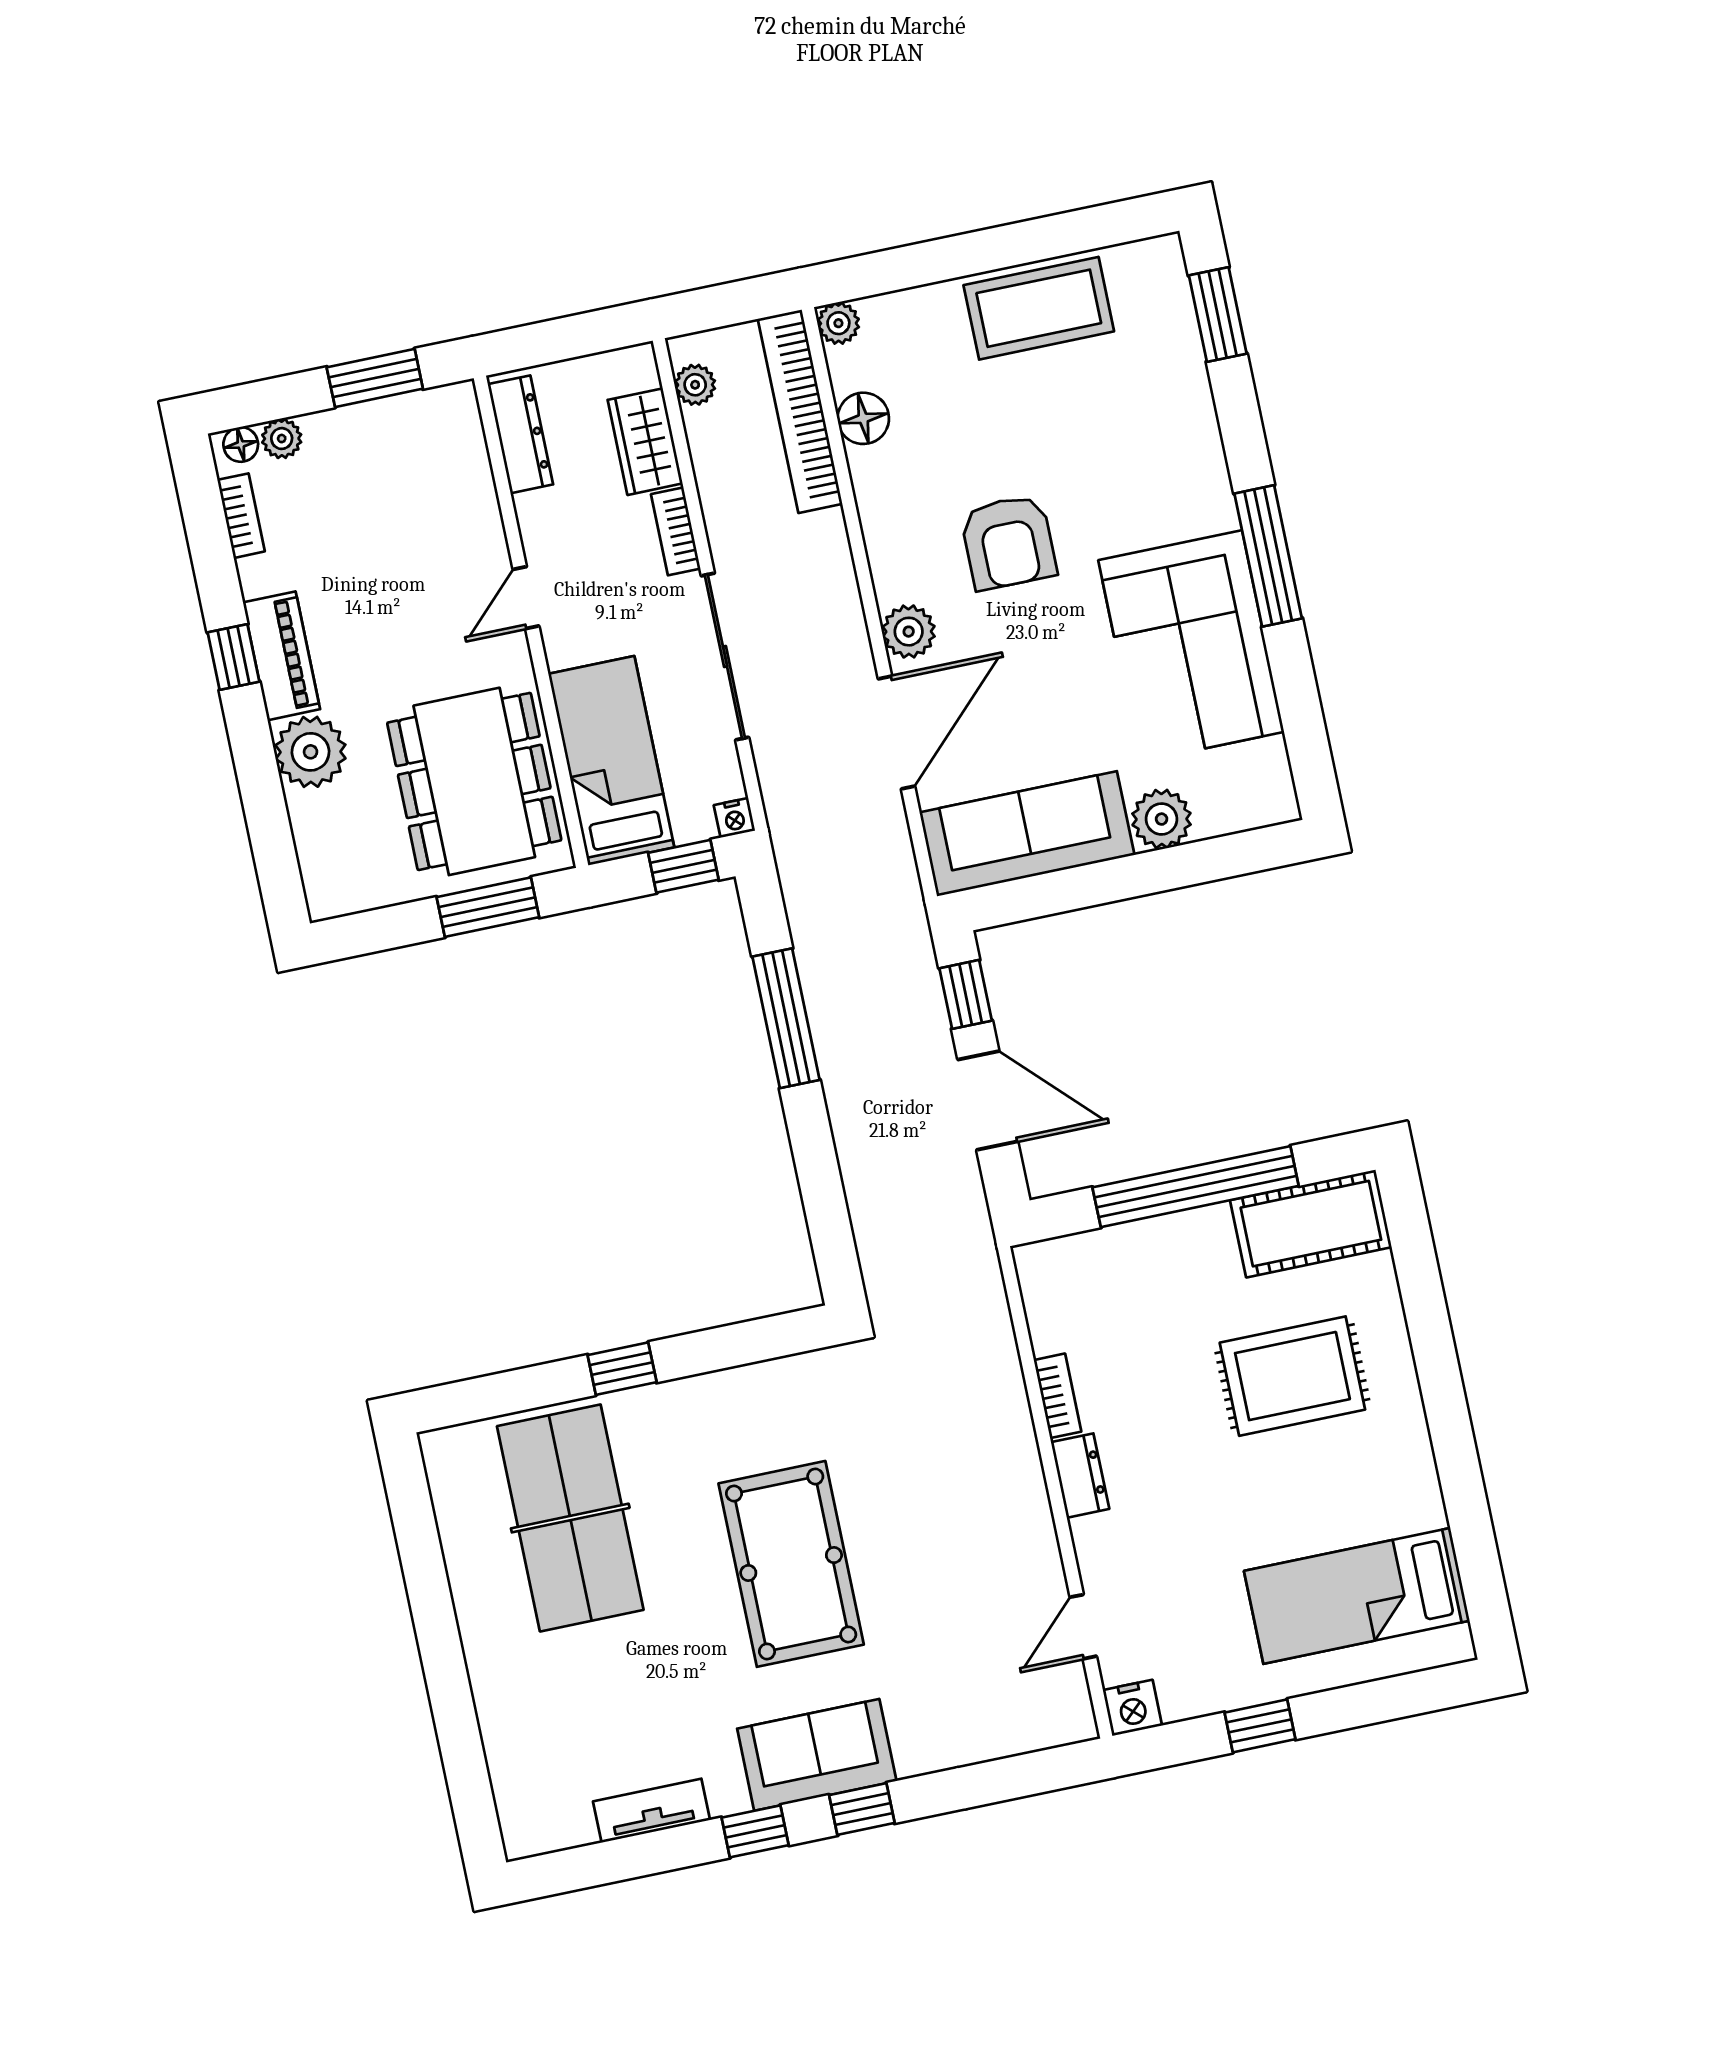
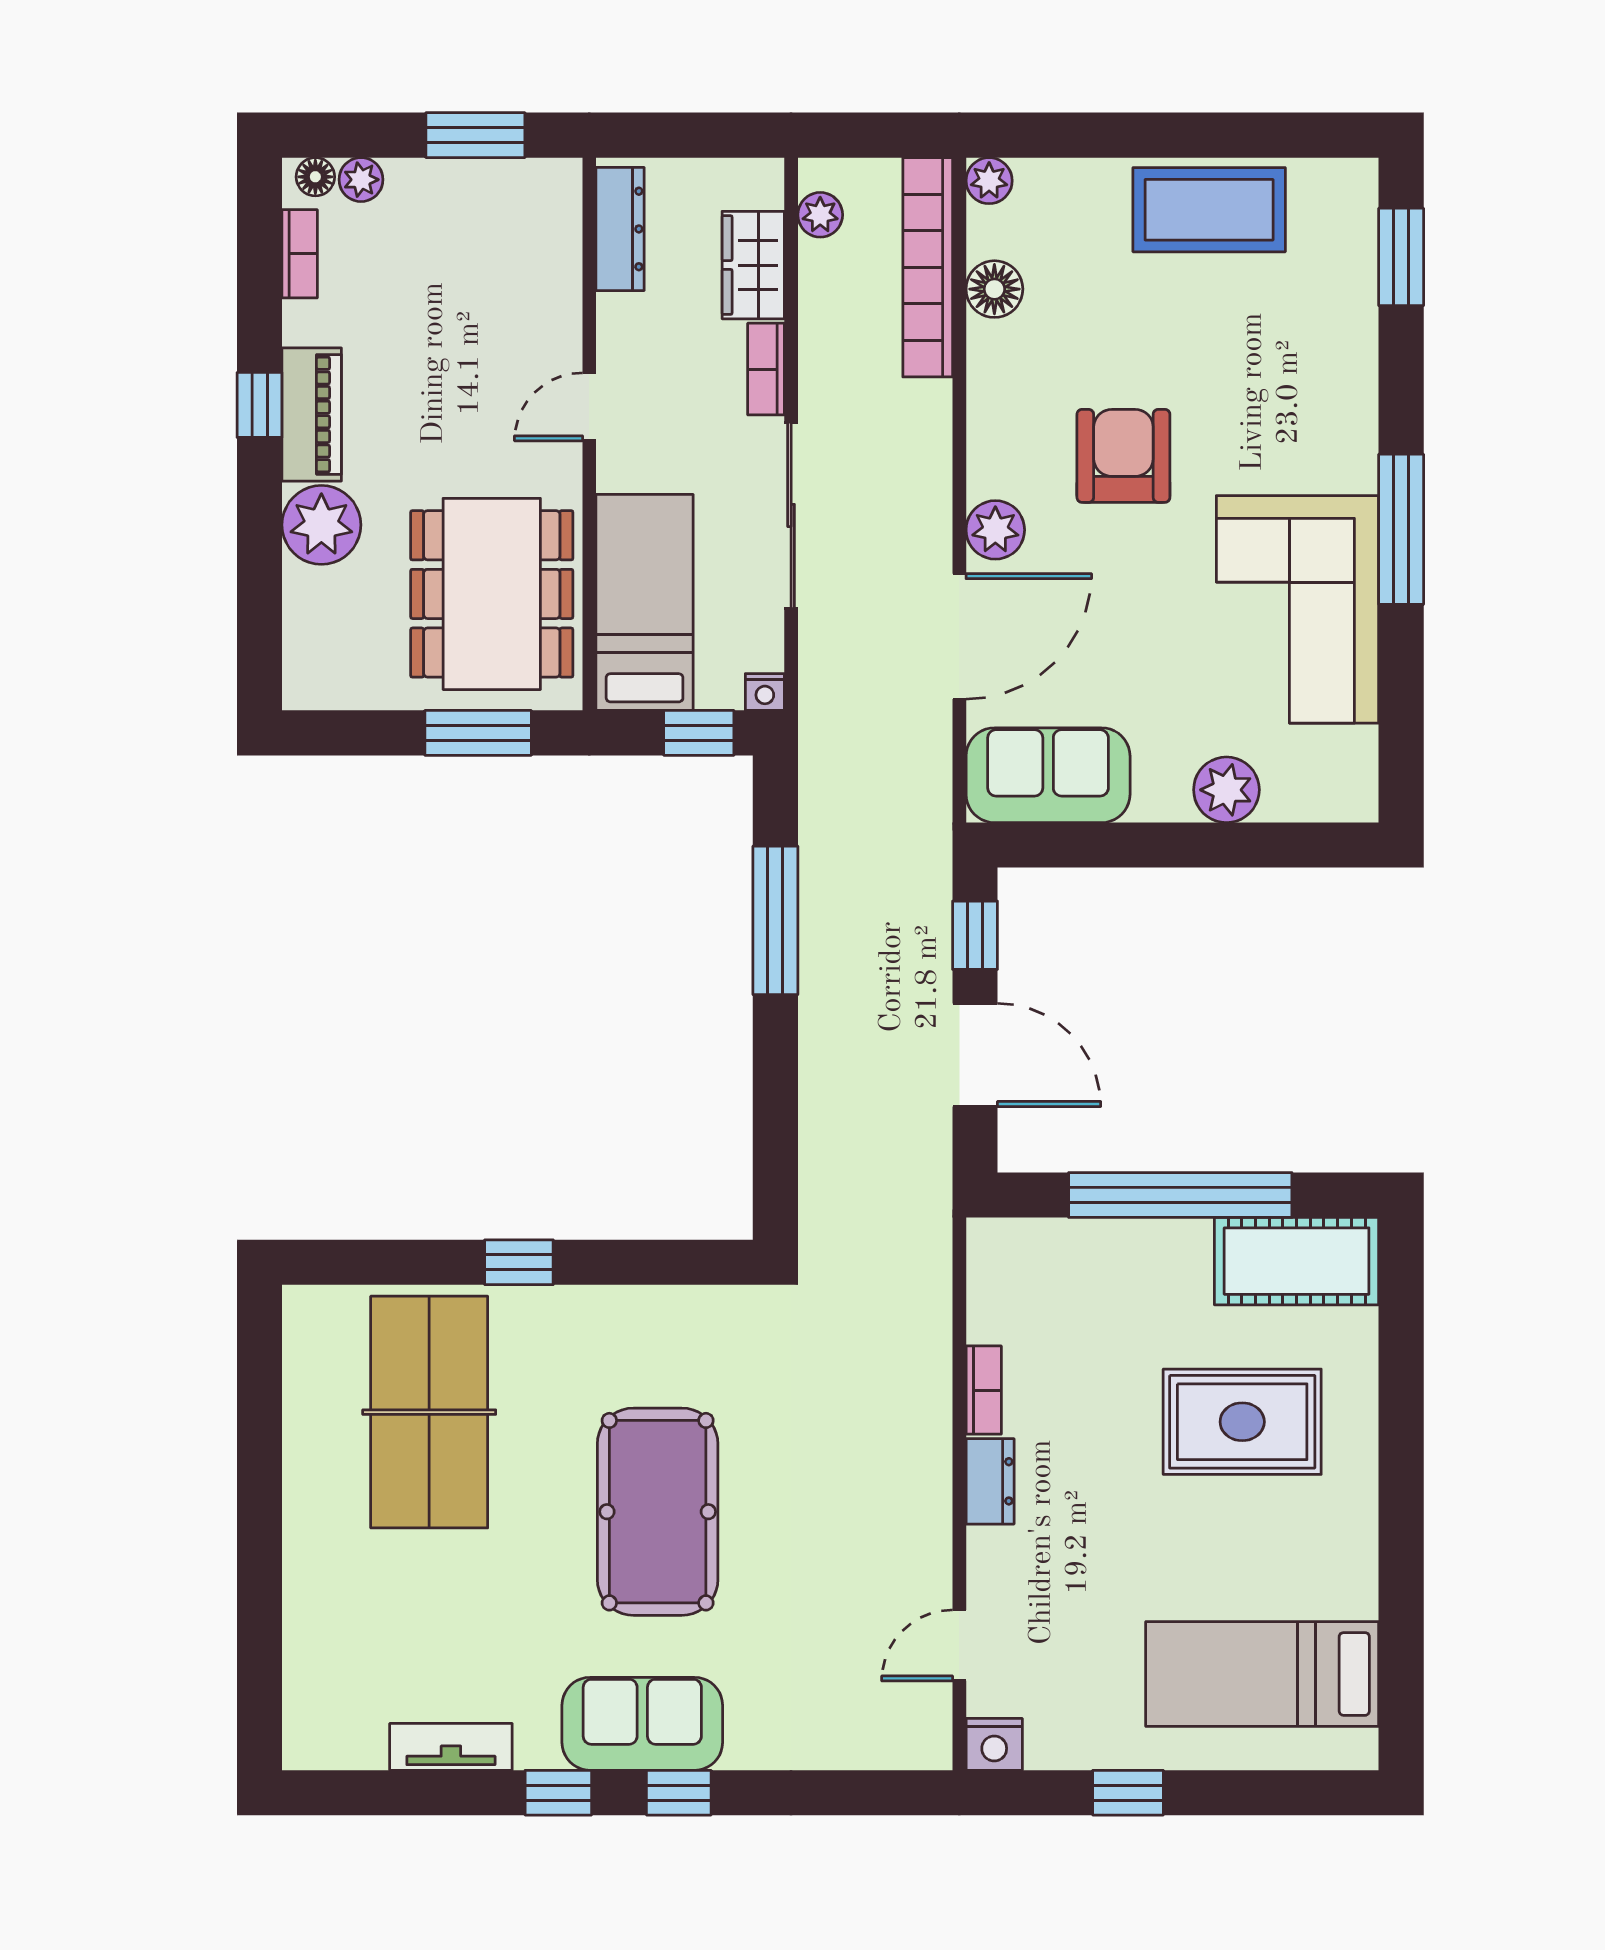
armchair: (1008, 542) -> (1123, 456), turned 180
sofa: (1027, 834) -> (1048, 775), width x0.73

